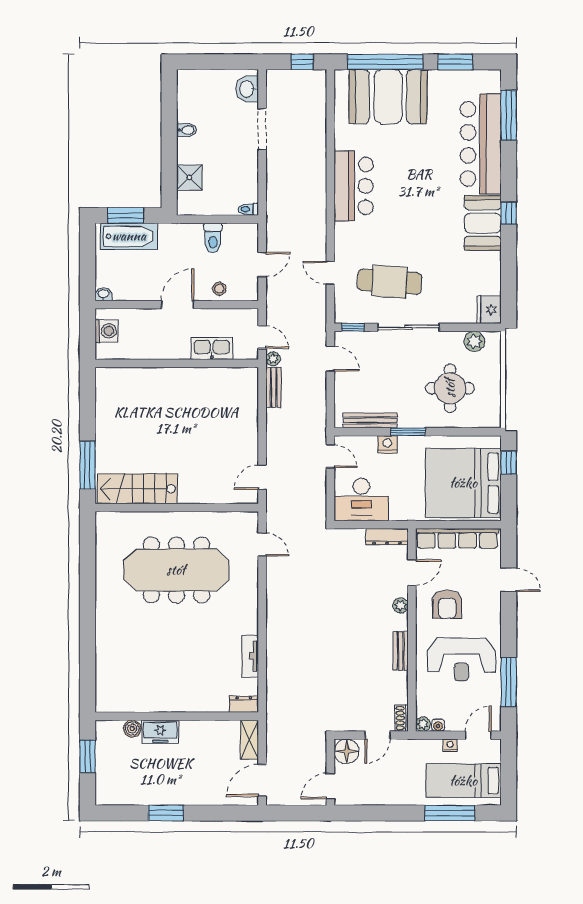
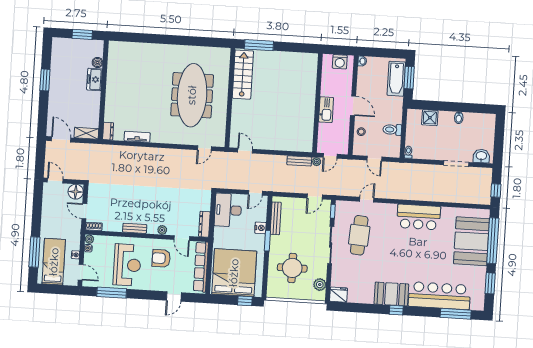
kitchen sink: (212, 349) -> (326, 110), moved
reception desk: (462, 659) -> (127, 265), turned 180

